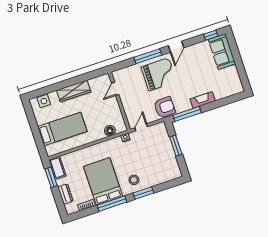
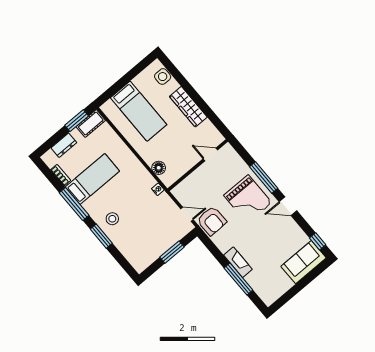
window: (187, 114) -> (238, 279), moved
door: (141, 127) -> (187, 214), moved
bed: (103, 181) -> (92, 179), width x0.67

